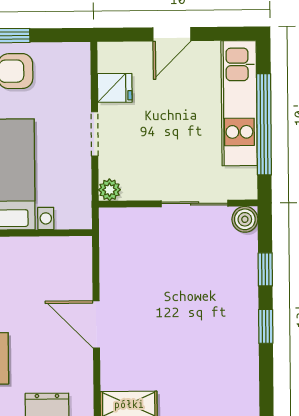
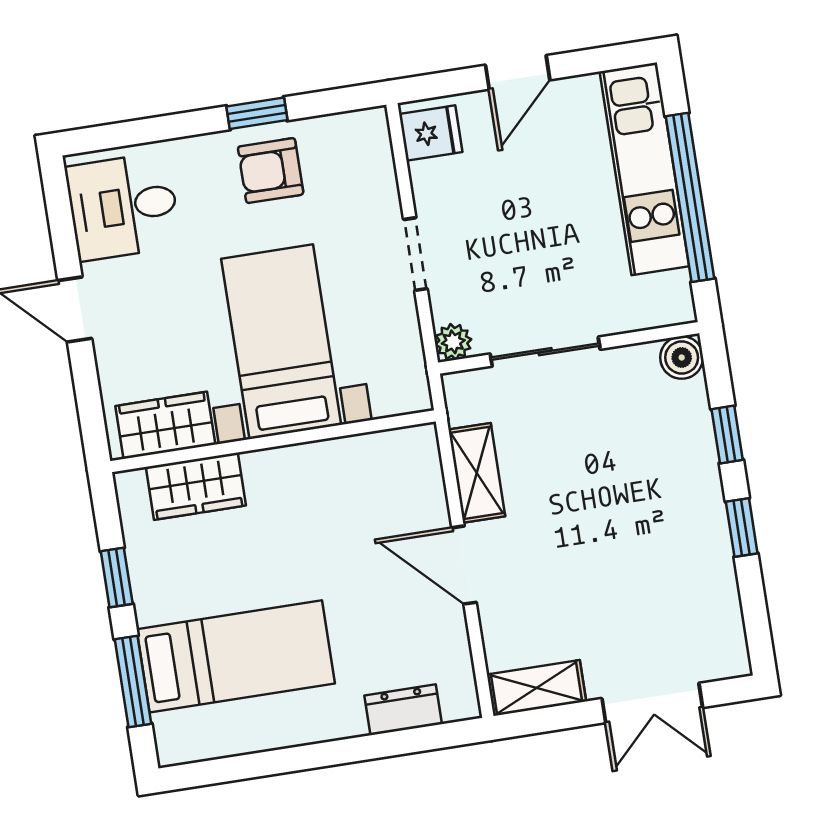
fridge: (115, 88) -> (431, 133), moved
sliding door: (195, 203) -> (545, 352), moved
shelving: (112, 270) -> (477, 473), added

